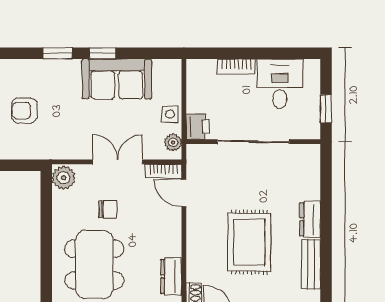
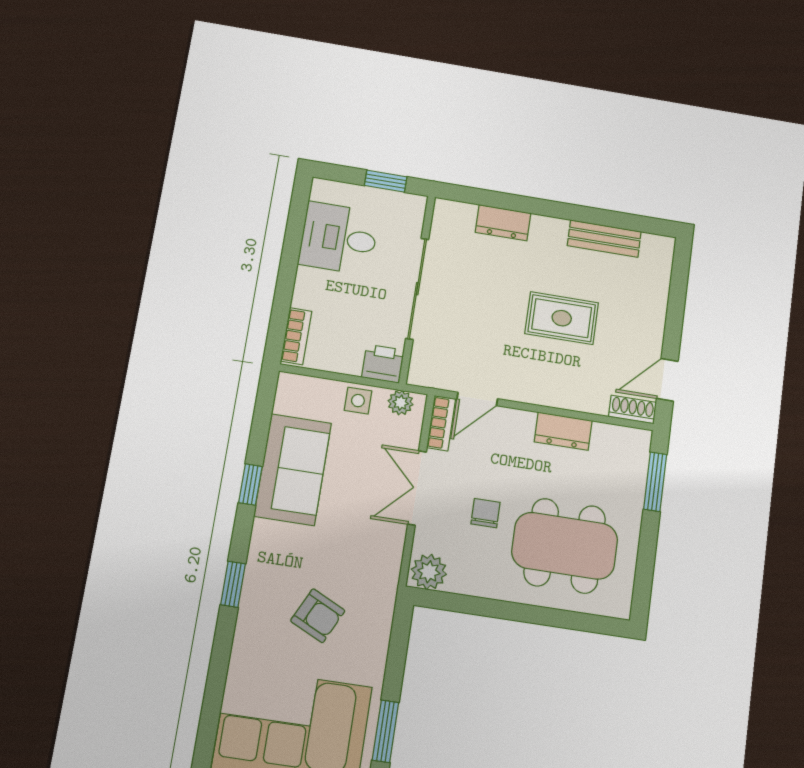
window: (58, 53) -> (233, 584), moved
bookcase: (236, 66) -> (296, 336), moved
armchair: (24, 111) -> (318, 616), turned -64
dresser: (310, 219) -> (503, 223), moved
rug: (249, 242) -> (562, 318), width x0.73, depth x0.70
dresser: (171, 276) -> (563, 431), moved

